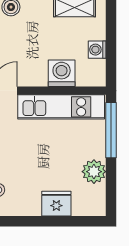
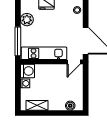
washing machine: (62, 73) -> (27, 71), moved, turned -90

